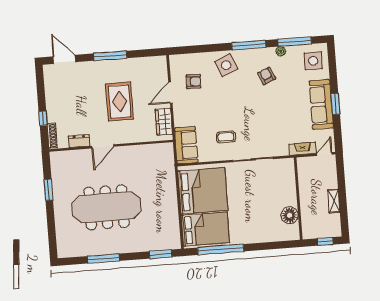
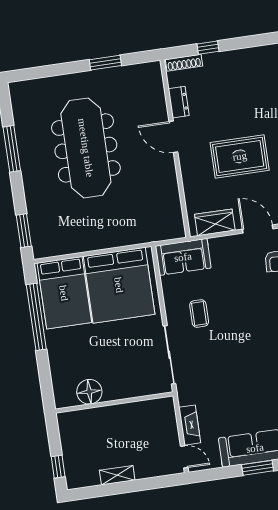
wall: (298, 199) -> (114, 403), moved
floor lamp: (290, 215) -> (89, 392), moved

